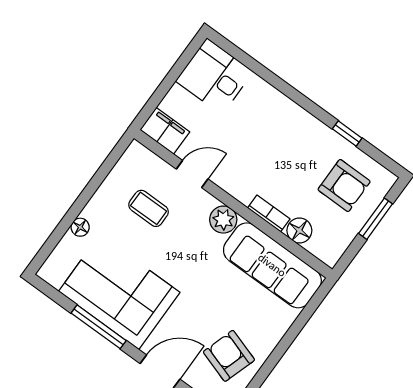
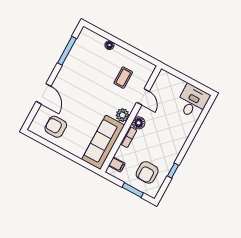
filing cabinet: (165, 131) -> (117, 165), moved, width x0.50
floor lamp: (299, 230) -> (139, 123), moved
corner sofa: (119, 292) -> (80, 69), removed
window: (99, 327) -> (67, 51), moved
armchair: (229, 356) -> (56, 127), turned -108

